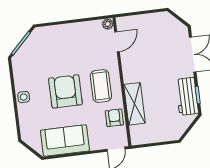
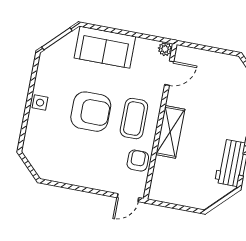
armchair: (65, 91) -> (91, 112), turned 90
shelving: (135, 104) -> (170, 132), moved
sofa: (65, 141) -> (105, 47), moved, turned 180

